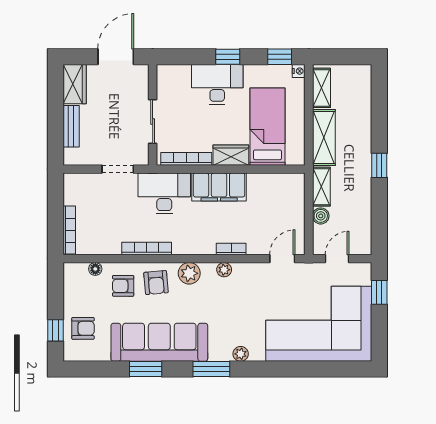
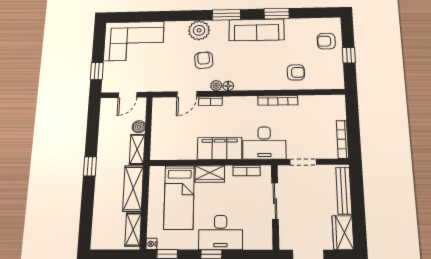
bench: (71, 126) -> (344, 191), width x1.36
bookcase: (186, 159) -> (247, 171), width x0.64
bookcase: (69, 230) -> (342, 139), moved
door: (282, 259) -> (187, 94), moved
floor lamp: (95, 269) -> (228, 86), moved
plant: (189, 273) -> (244, 82), removed
armchair: (156, 283) -> (204, 60), moved
corner sofa: (319, 324) -> (134, 41), width x0.73, depth x0.74
window: (56, 330) -> (349, 55), moved
sofa: (159, 342) -> (257, 30), width x0.74, depth x0.79
plant: (241, 354) -> (199, 30), width x1.87, depth x1.87

